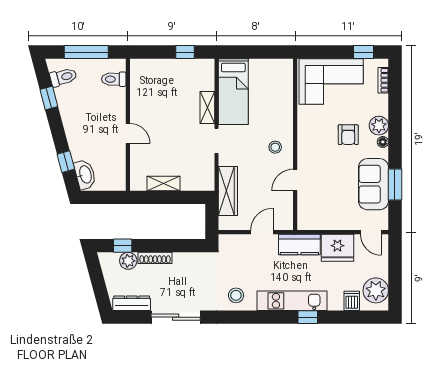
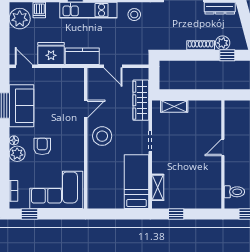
shelving: (207, 107) -> (158, 187), moved
door: (128, 133) -> (223, 147), hinge flipped
stool: (275, 147) -> (102, 136), width x1.89, depth x1.89
shelving: (164, 183) -> (174, 106), moved
door: (262, 232) -> (113, 66), hinge flipped

